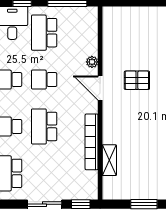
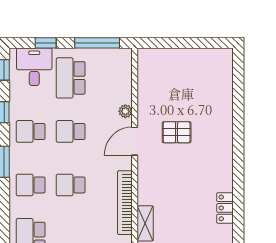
door: (100, 88) -> (135, 141), hinge flipped
school desk: (44, 126) -> (71, 185), width x0.54

